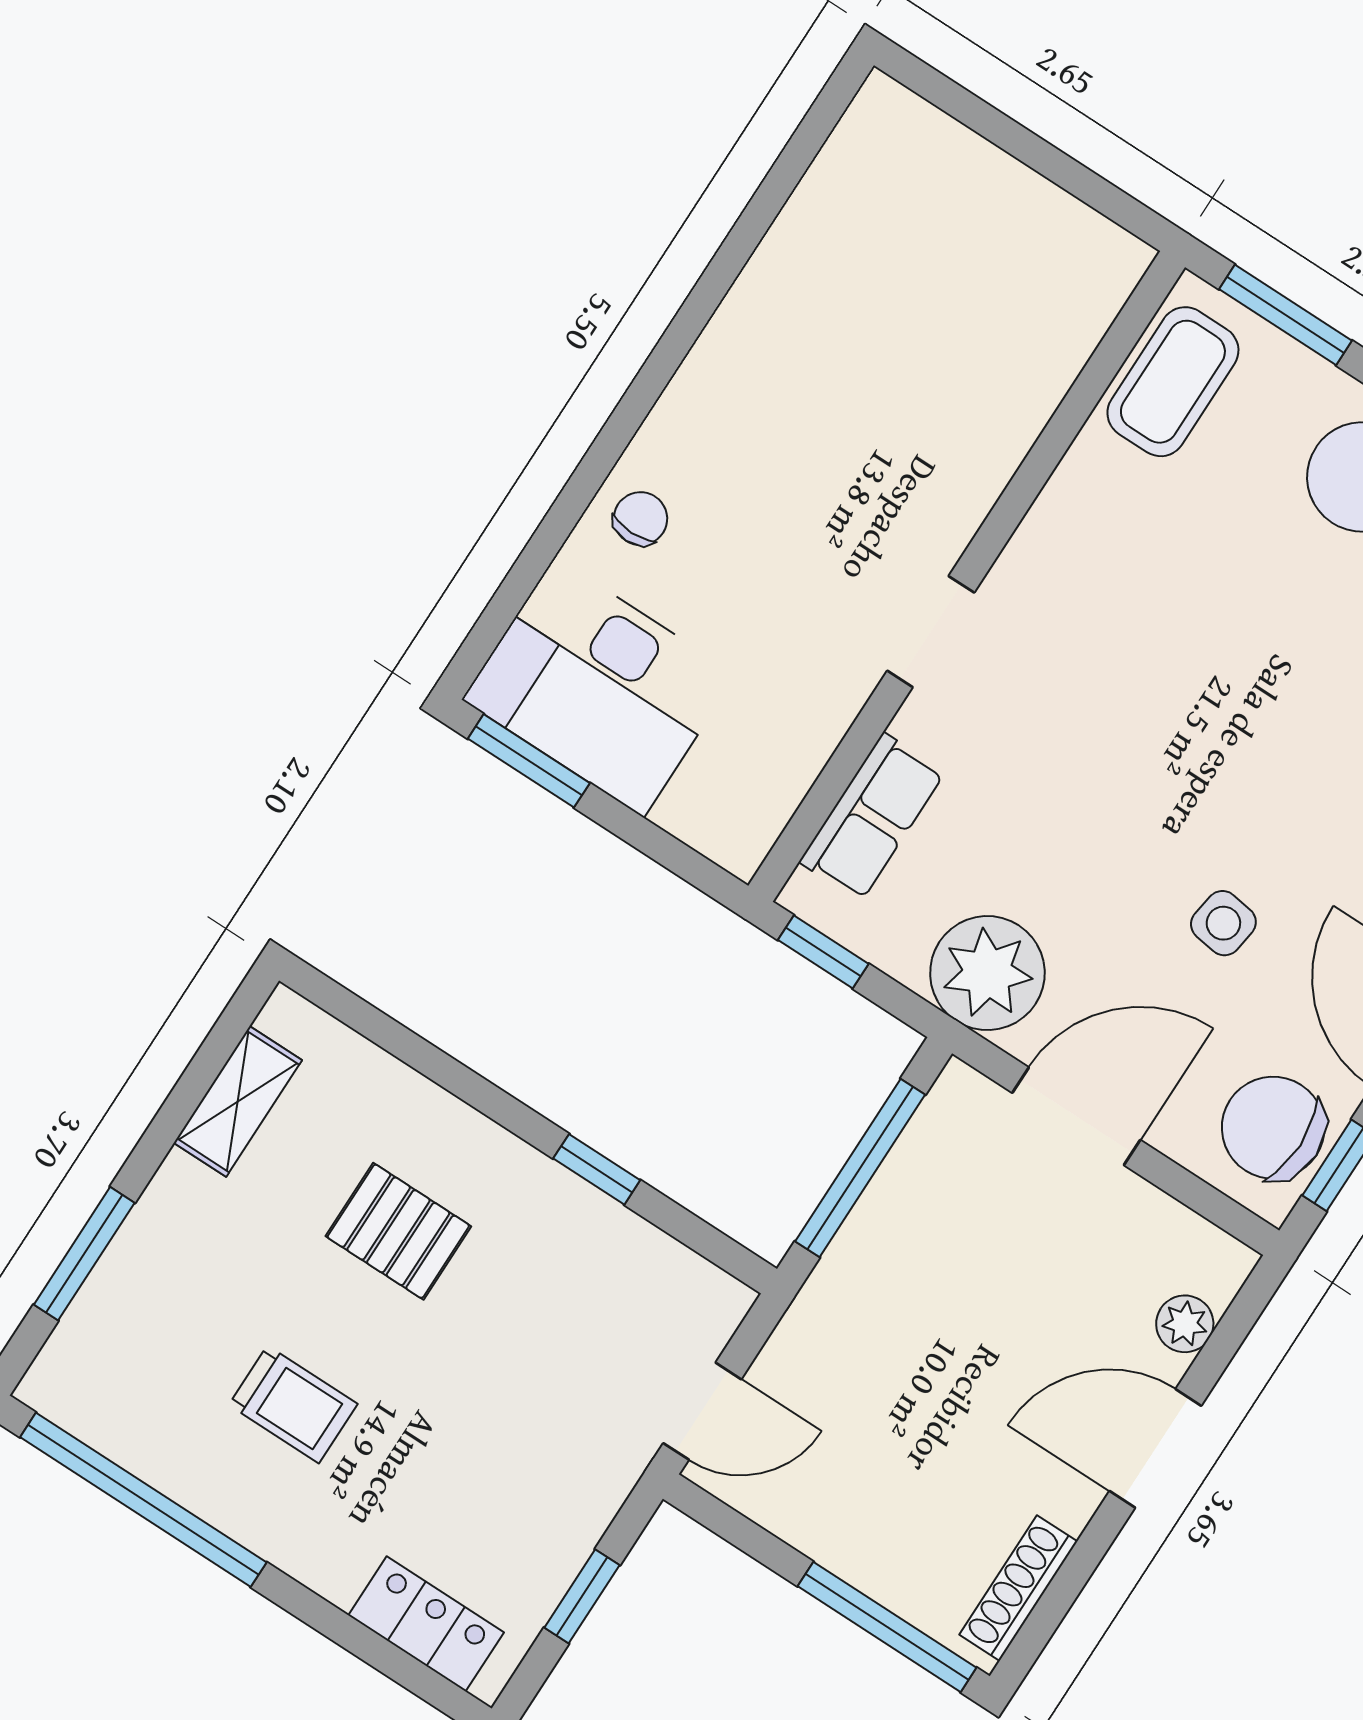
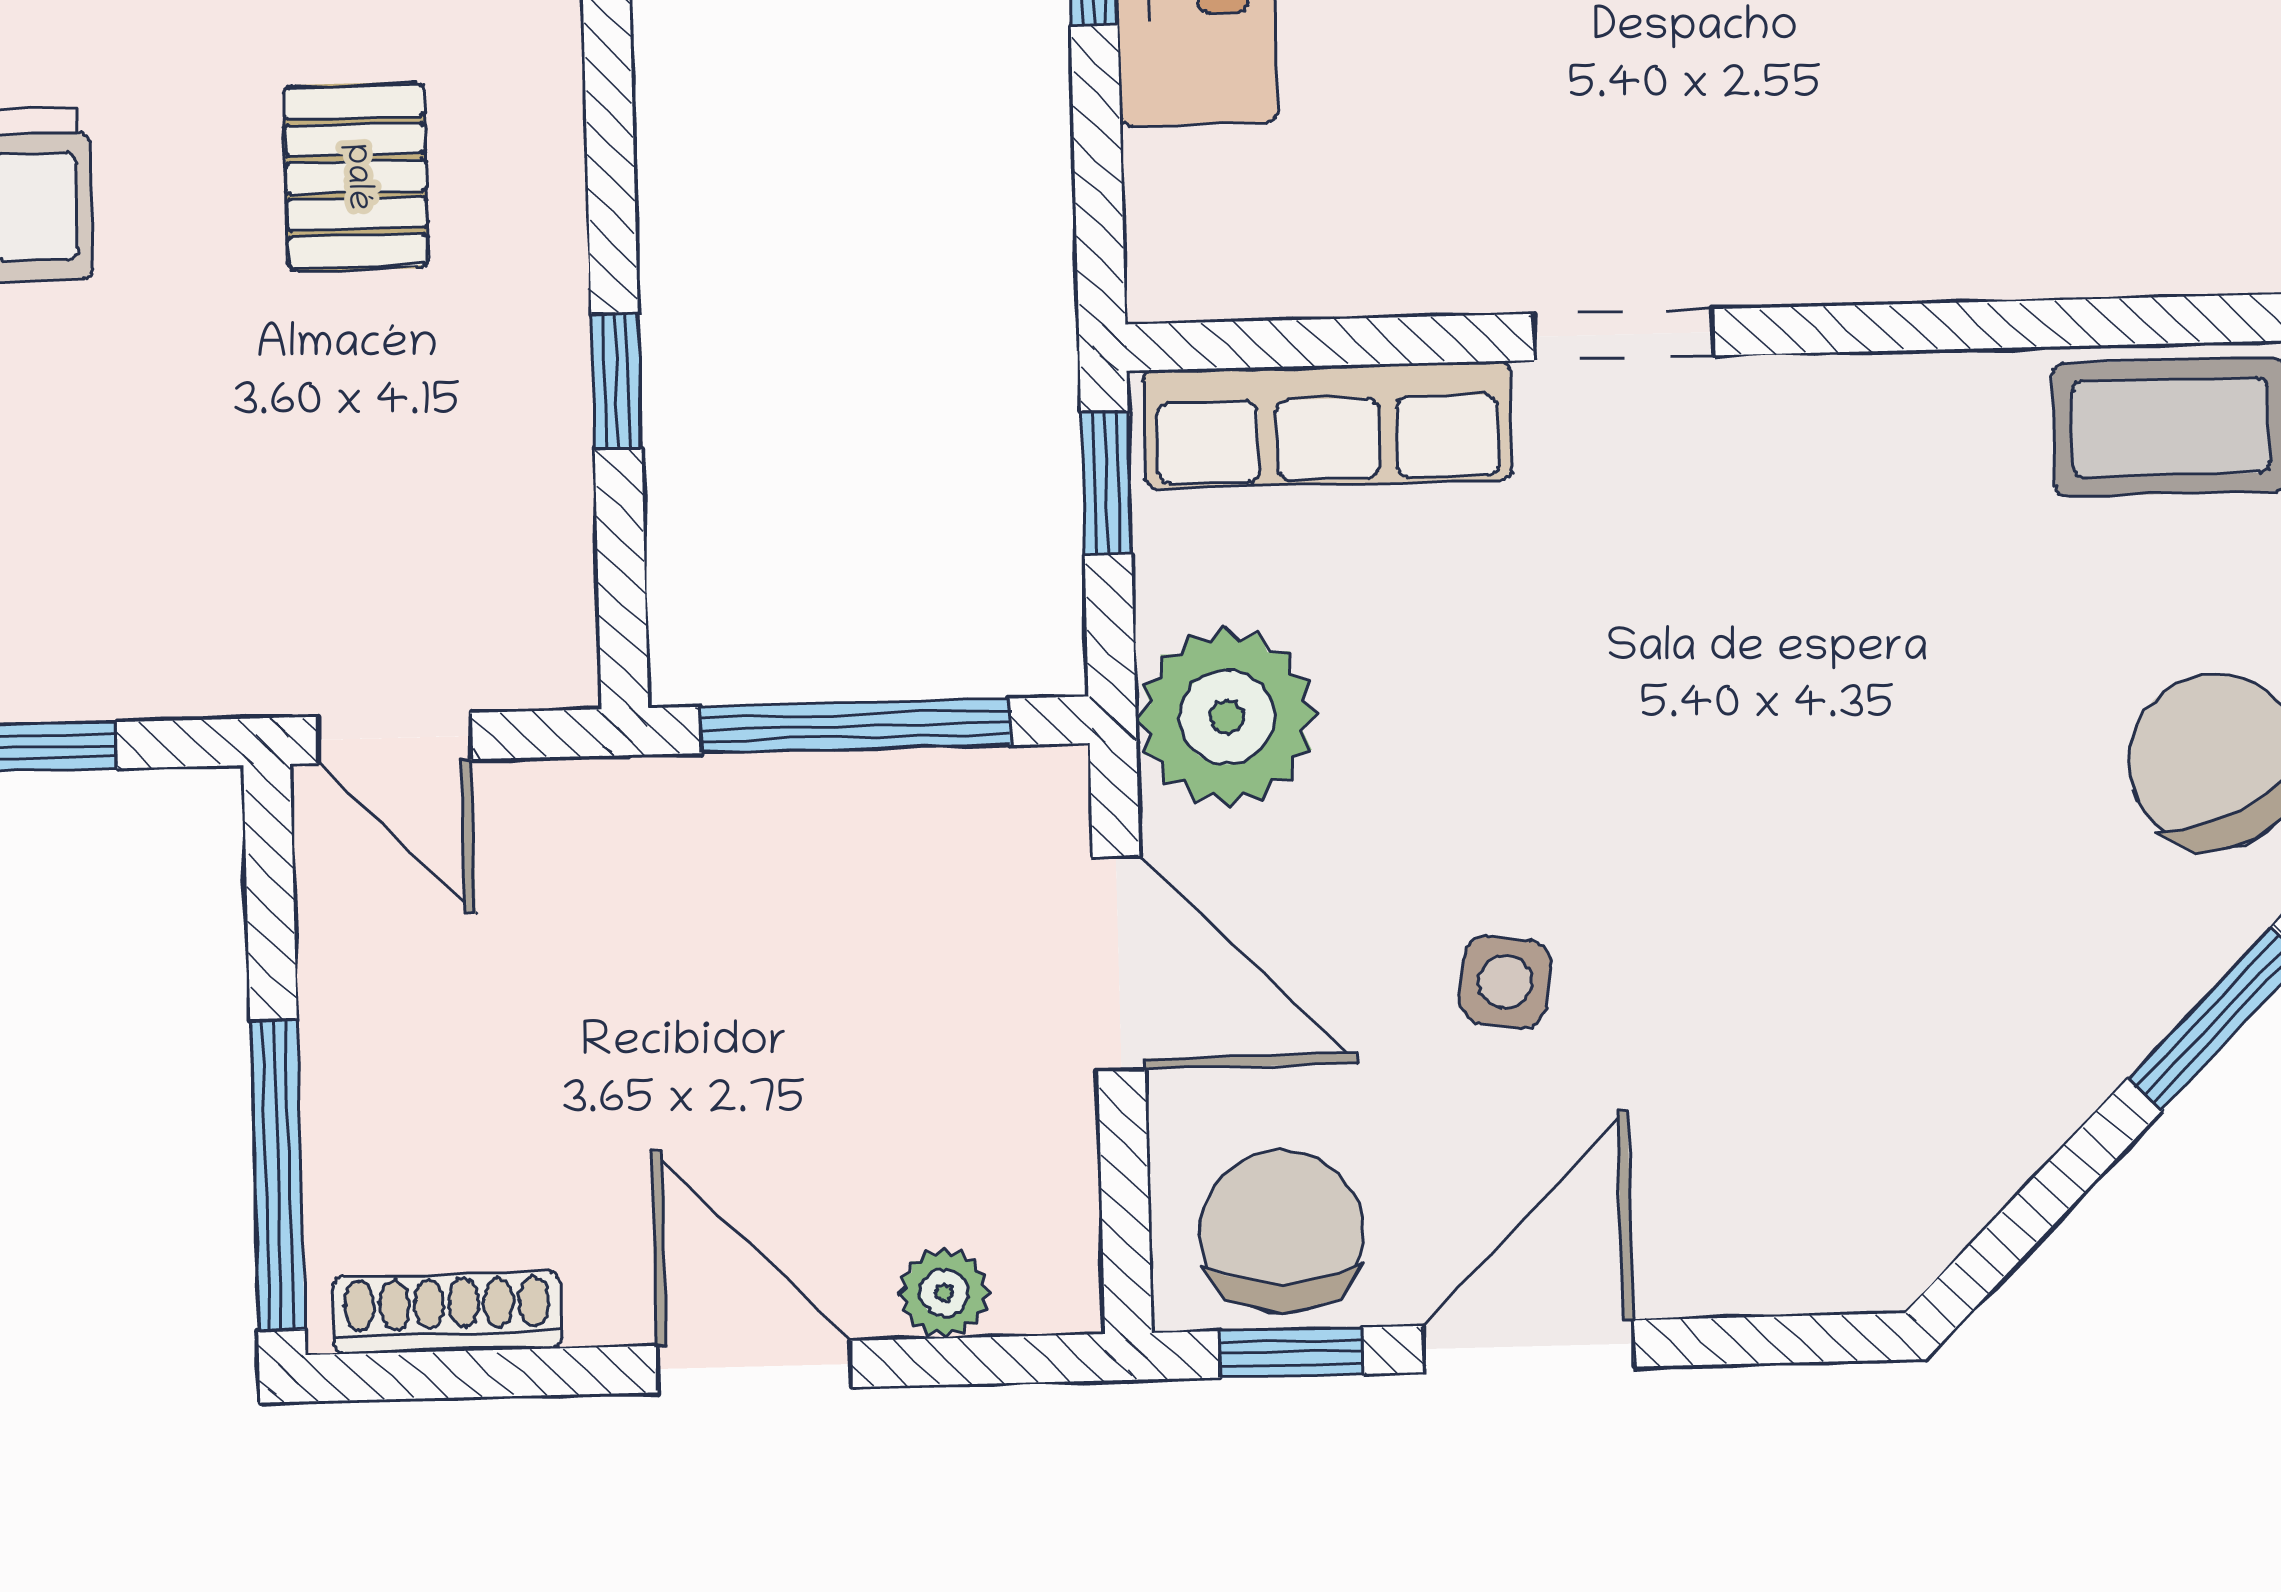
row of seats: (872, 817) -> (1327, 425), width x1.48

